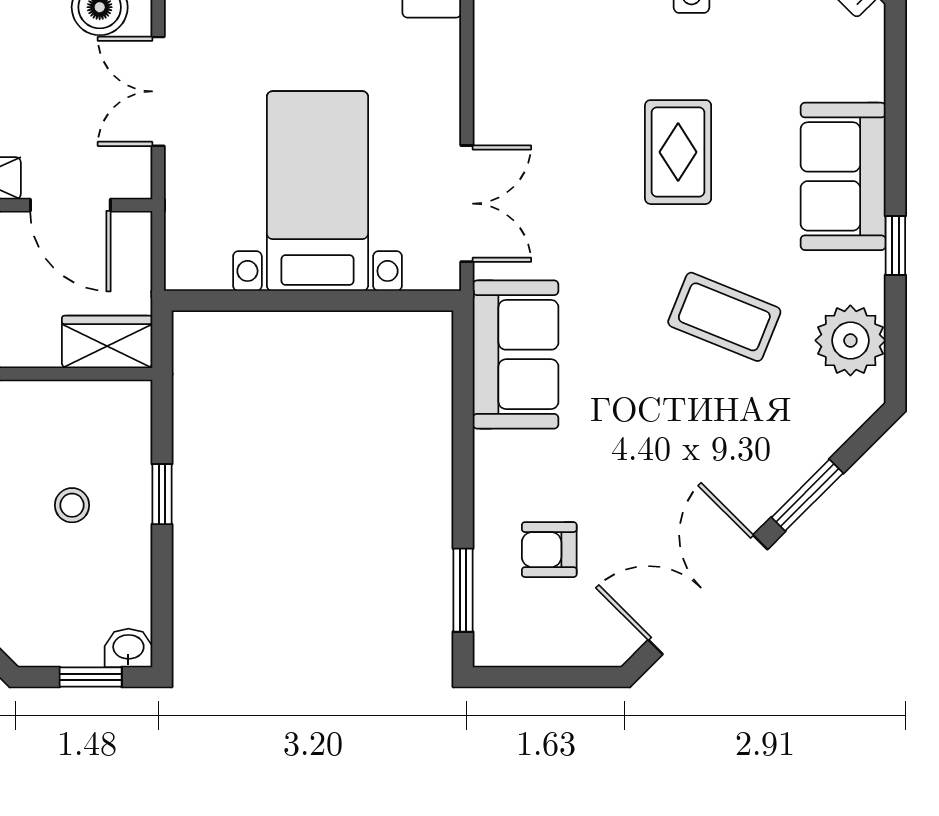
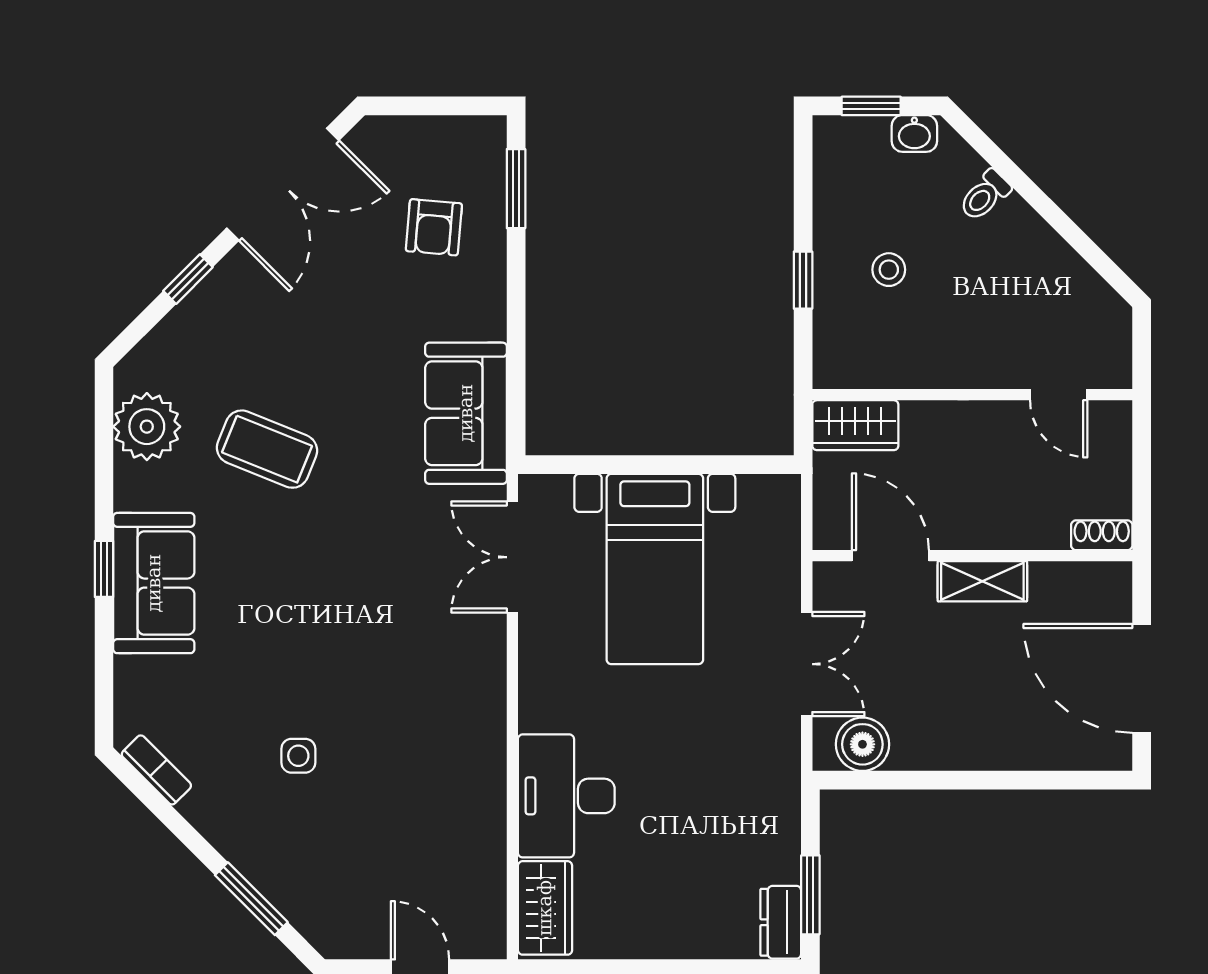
rug: (678, 152) -> (311, 606), removed
window: (895, 246) -> (104, 569), moved
window: (807, 495) -> (188, 279), width x0.67
armchair: (549, 550) -> (434, 227), turned 95
washbasin: (128, 648) -> (914, 133), moved

